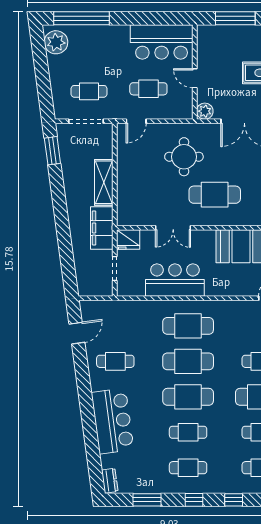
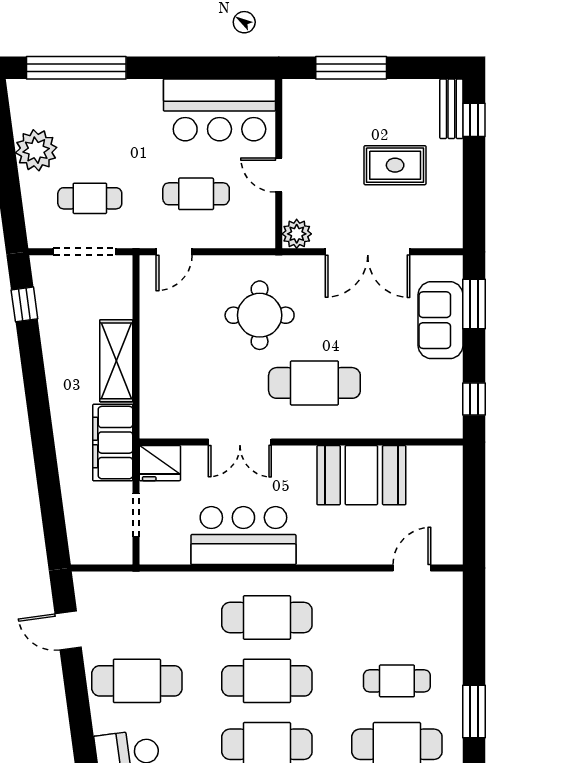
plant: (56, 42) -> (36, 150), moved
window: (52, 151) -> (24, 304), width x0.67
door: (77, 333) -> (68, 631), swing flipped
cafe table: (115, 361) -> (137, 681), width x1.37, depth x1.35

